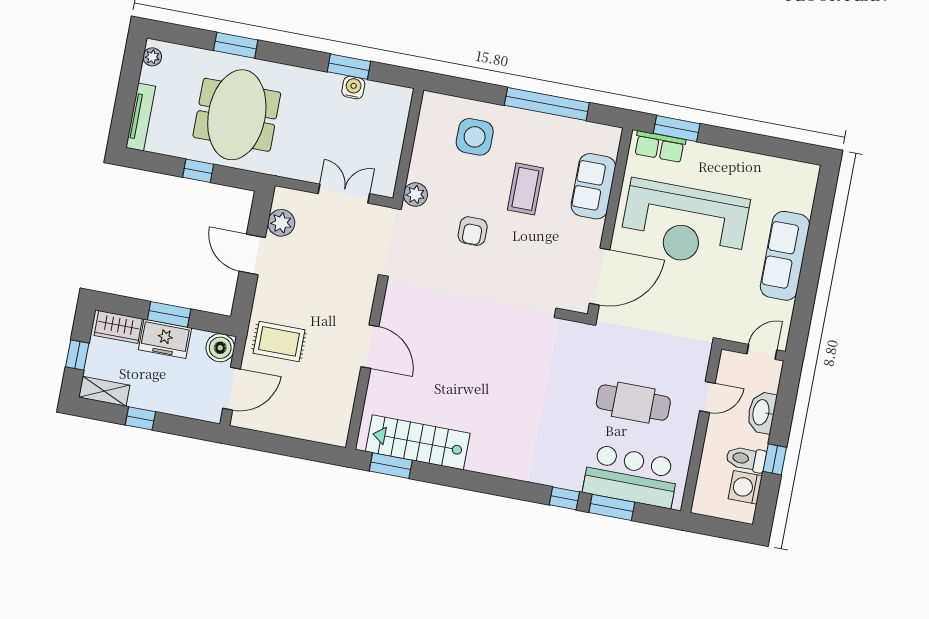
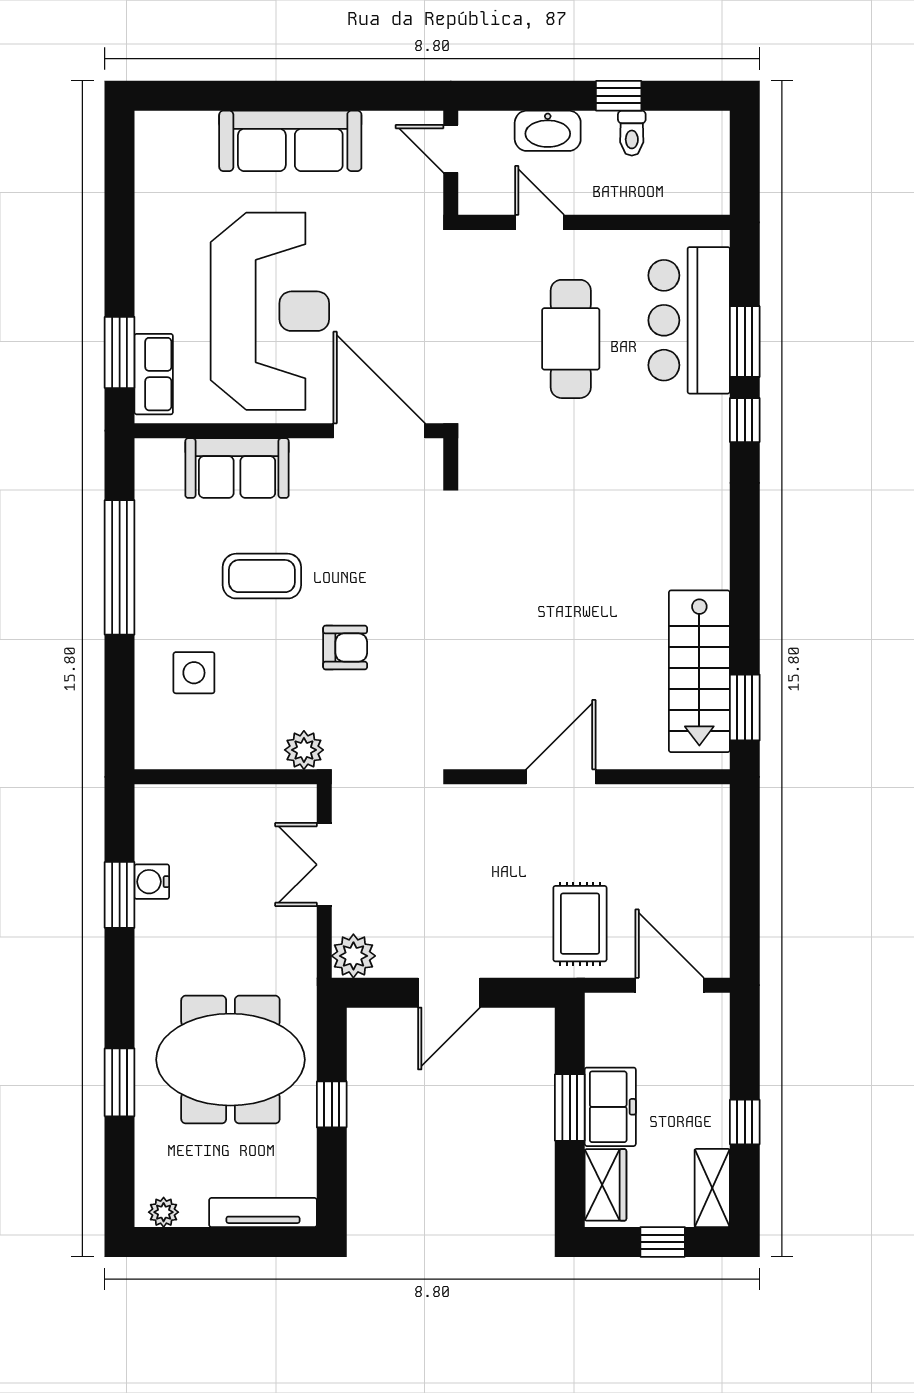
side table: (475, 137) -> (194, 673), width x0.73, depth x0.73
plant: (281, 223) -> (353, 956), moved
boiler: (220, 348) -> (608, 1016), removed
toilet: (746, 459) -> (632, 133), width x0.73, depth x0.72
washing machine: (745, 487) -> (672, 134), removed

